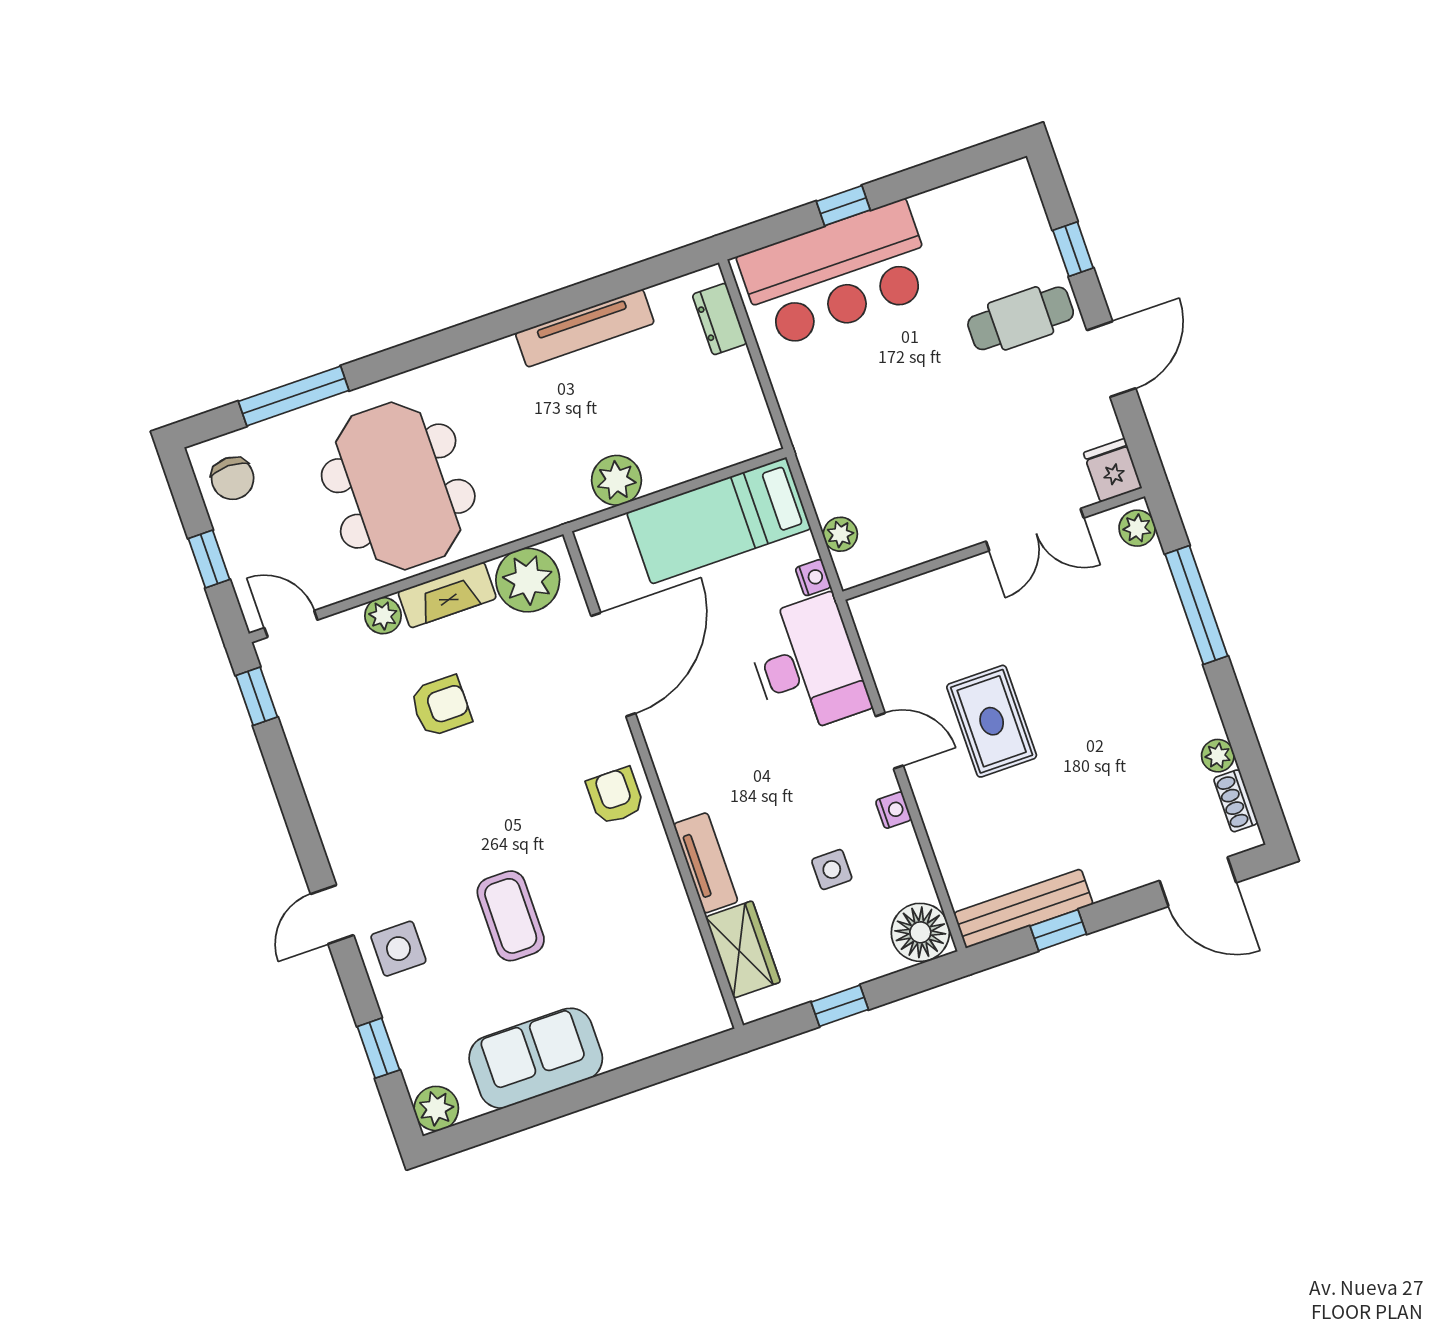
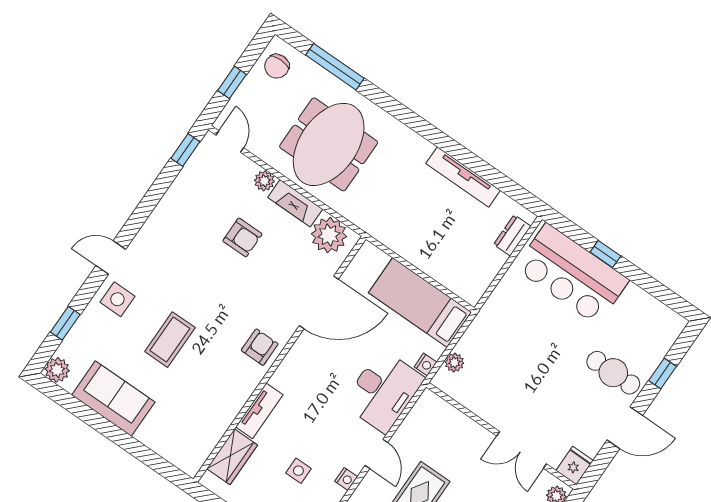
plant: (616, 480) -> (404, 242), removed

